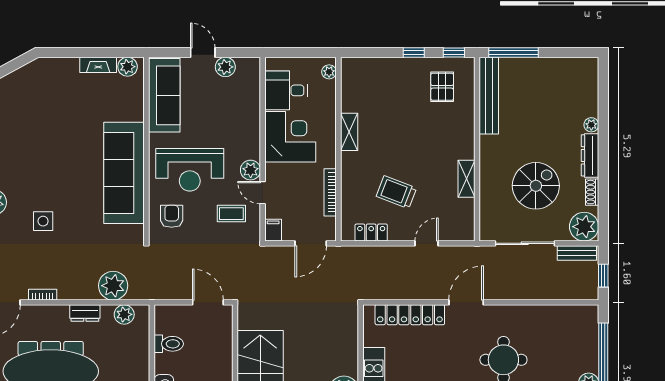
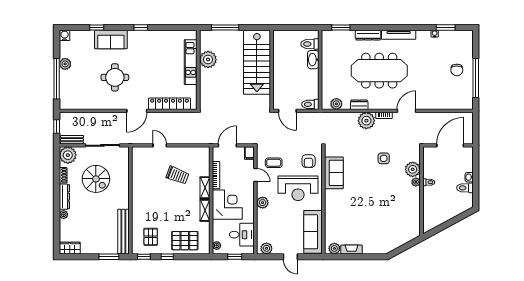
window: (298, 52) -> (235, 257), added
window: (514, 52) -> (109, 257), width x0.69
plant: (225, 67) -> (266, 248), moved
wardrobe: (581, 67) -> (70, 248), added
pallet: (384, 80) -> (185, 241), added
corner desk: (290, 137) -> (227, 205), moved, turned 180
reception desk: (190, 170) -> (298, 188), turned 180
plant: (251, 170) -> (263, 203), moved
sofa: (124, 173) -> (334, 173), width x0.54, depth x0.79
shelving: (466, 179) -> (205, 188), moved
spiral stairs: (536, 186) -> (96, 179), turned -90
locker: (371, 233) -> (192, 152), removed
door: (427, 243) -> (160, 145), swing flipped
plant: (113, 286) -> (366, 121), moved
toilet: (169, 344) -> (310, 104), moved

